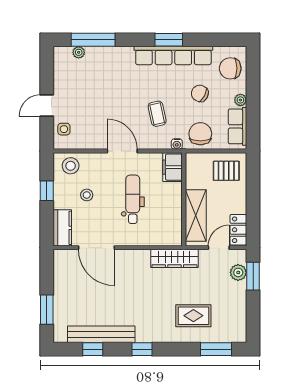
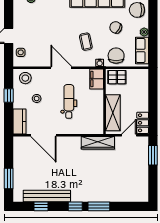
pallet: (226, 171) -> (117, 77), moved
plant: (238, 272) -> (143, 153), removed
rug: (193, 316) -> (111, 183), removed
window: (216, 349) -> (99, 206), moved

